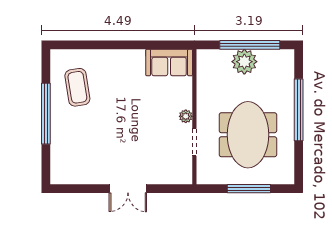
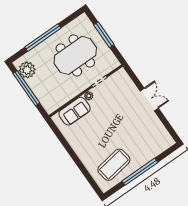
sofa: (169, 62) -> (75, 111), moved, turned 90
plant: (244, 62) -> (27, 70), moved
coffee table: (77, 87) -> (114, 165), width x1.36, depth x1.32

